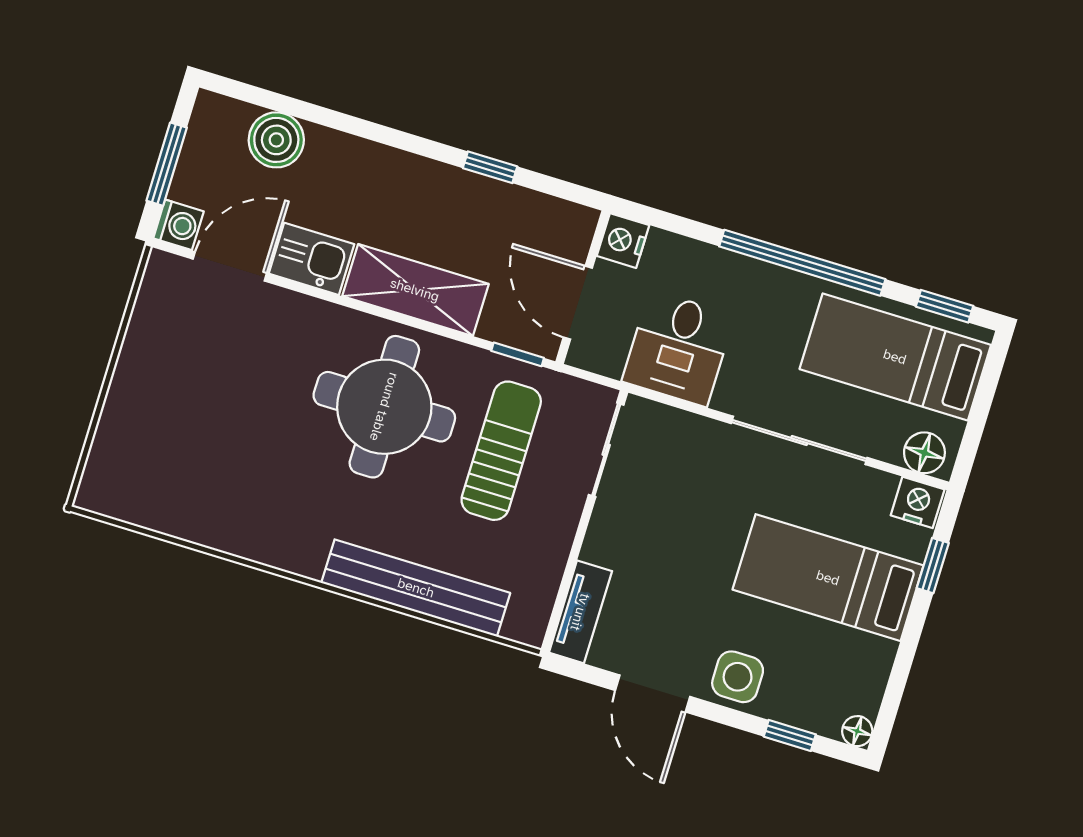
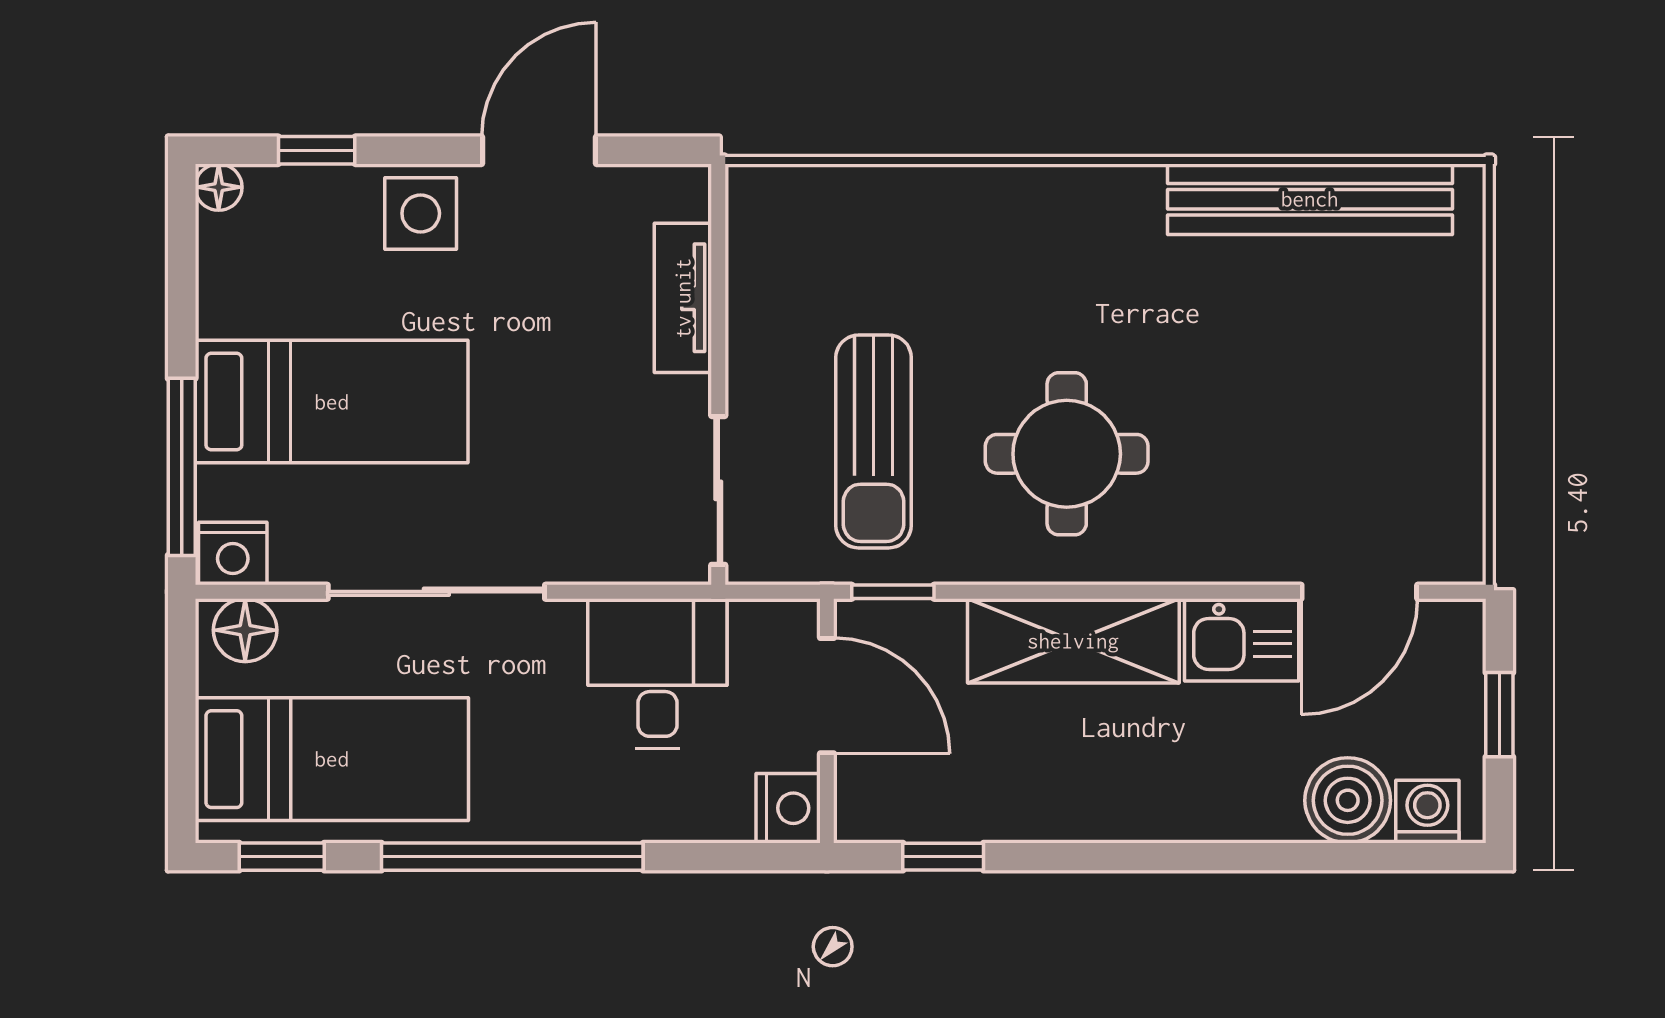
window: (167, 164) -> (1499, 715), width x0.67
window: (490, 167) -> (943, 857), moved
washing machine: (178, 225) -> (1427, 812), moved, turned 90
round table: (384, 407) -> (1067, 454), width x0.73, depth x0.73
window: (933, 566) -> (182, 467), width x2.17
bench: (416, 588) -> (1310, 199), moved
tv unit: (580, 612) -> (683, 298), moved
door: (653, 693) -> (539, 150), hinge flipped

